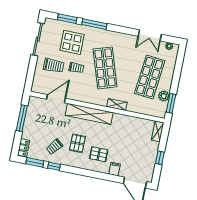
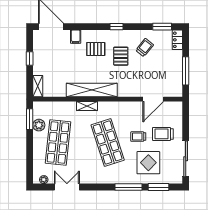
shelving: (89, 114) -> (92, 90), moved
window: (54, 166) -> (117, 27), moved

